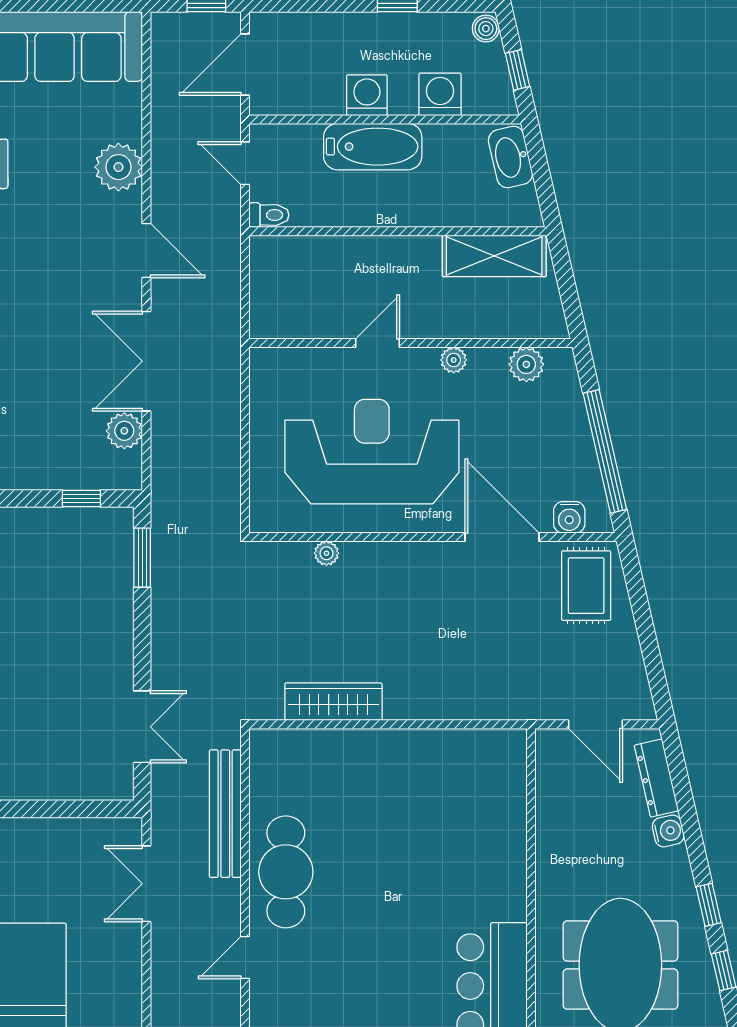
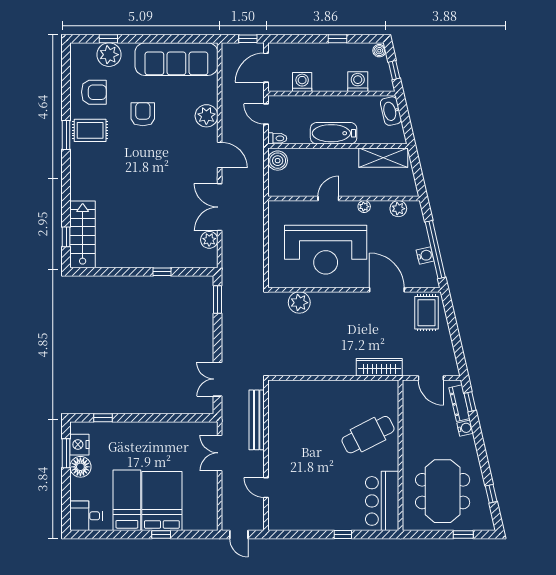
washing machine: (367, 95) -> (302, 82), moved
bathtub: (373, 147) -> (334, 133), moved, turned 180
boiler: (270, 262) -> (278, 161), added
reception desk: (372, 452) -> (326, 250), turned 180
window: (81, 499) -> (162, 272), moved
water cooler: (569, 517) -> (425, 255), moved, turned -103
plant: (326, 553) -> (299, 303), width x1.88, depth x1.88
wardrobe: (333, 702) -> (379, 367), moved
double door: (142, 727) -> (218, 379), swing flipped
cafe table: (286, 872) -> (368, 435), moved, turned 63
window: (709, 905) -> (470, 402), moved
door: (245, 958) -> (266, 488), hinge flipped

